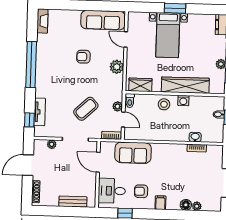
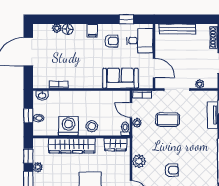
washing machine: (183, 100) -> (69, 126), width x1.89, depth x1.89
coffee table: (86, 109) -> (168, 120), turned 43
washbasin: (195, 137) -> (42, 95), moved
bench: (73, 202) -> (177, 29), width x1.36

